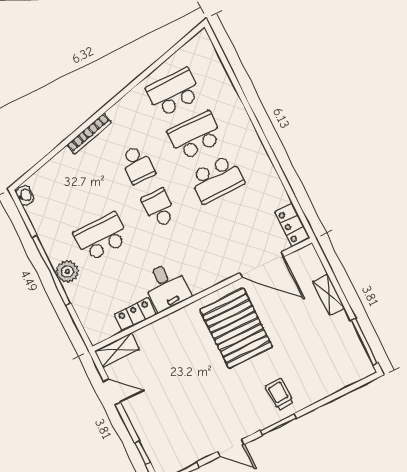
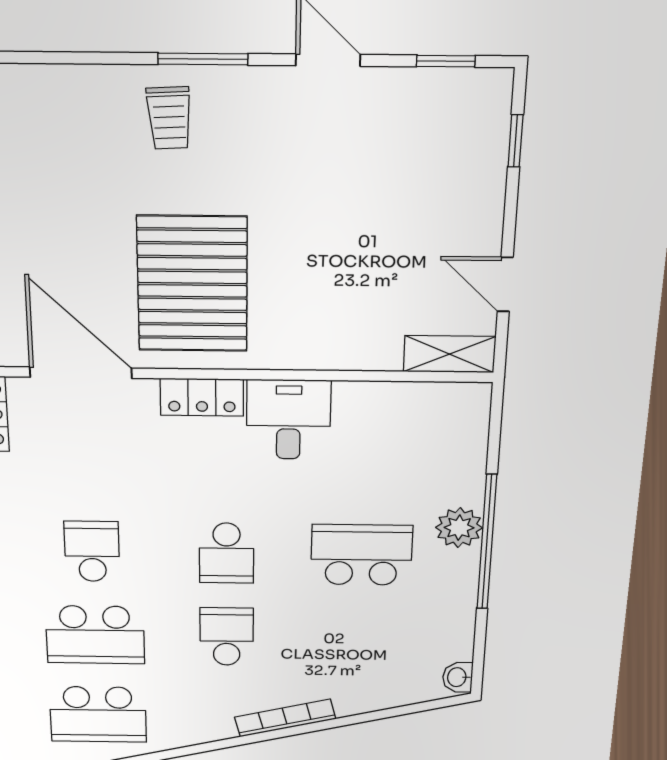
school desk: (217, 179) -> (92, 551), width x0.54
school desk: (101, 237) -> (362, 555), turned 180
locker: (135, 314) -> (202, 397), moved

